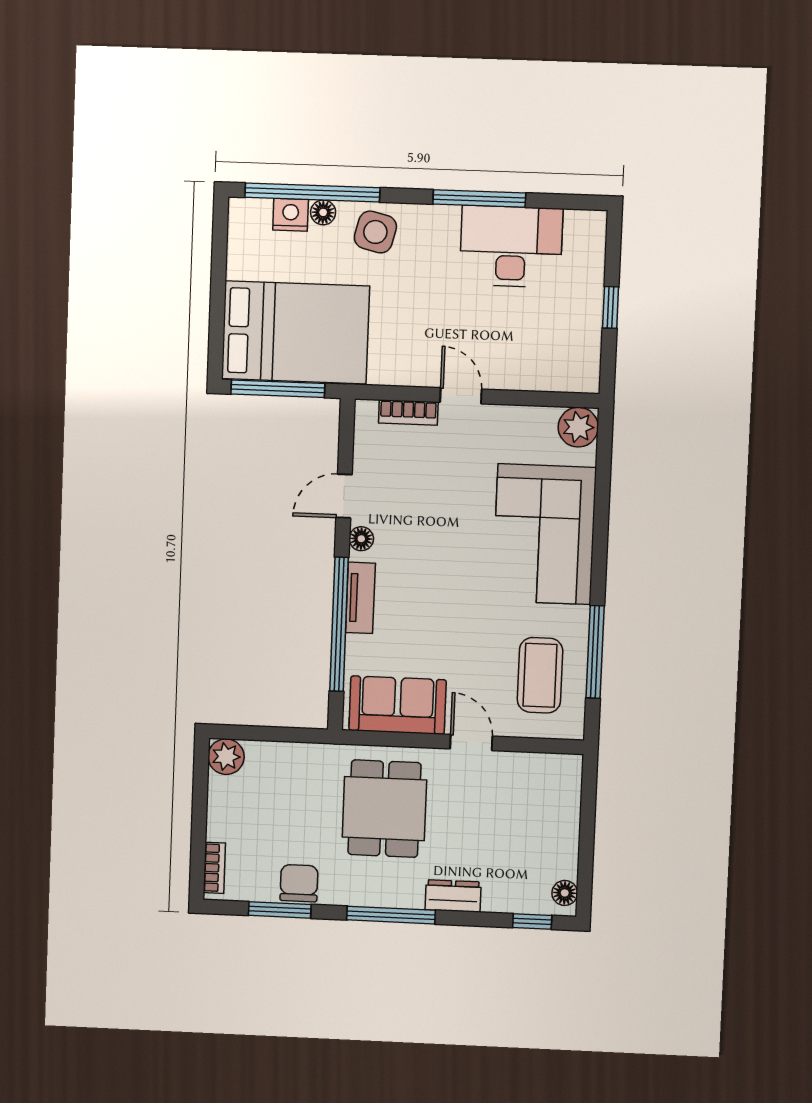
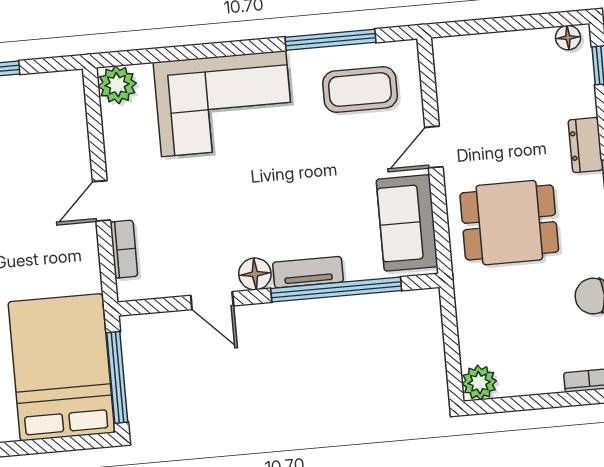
floor lamp: (361, 539) -> (255, 274), width x1.37, depth x1.37

